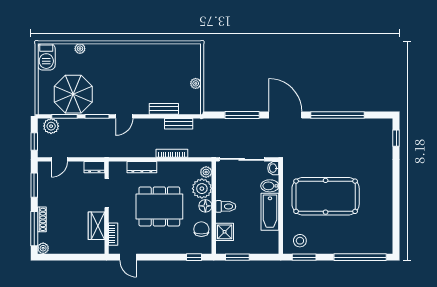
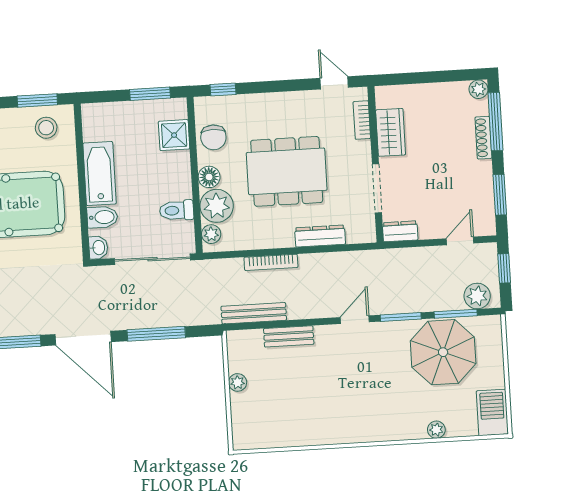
bench: (179, 124) -> (254, 313), width x1.36
toilet: (226, 206) -> (177, 210), moved

